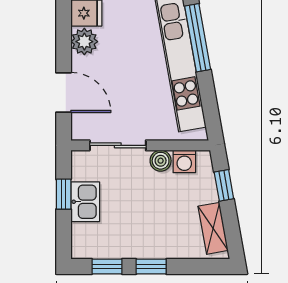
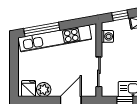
boiler: (161, 161) -> (107, 49), removed

